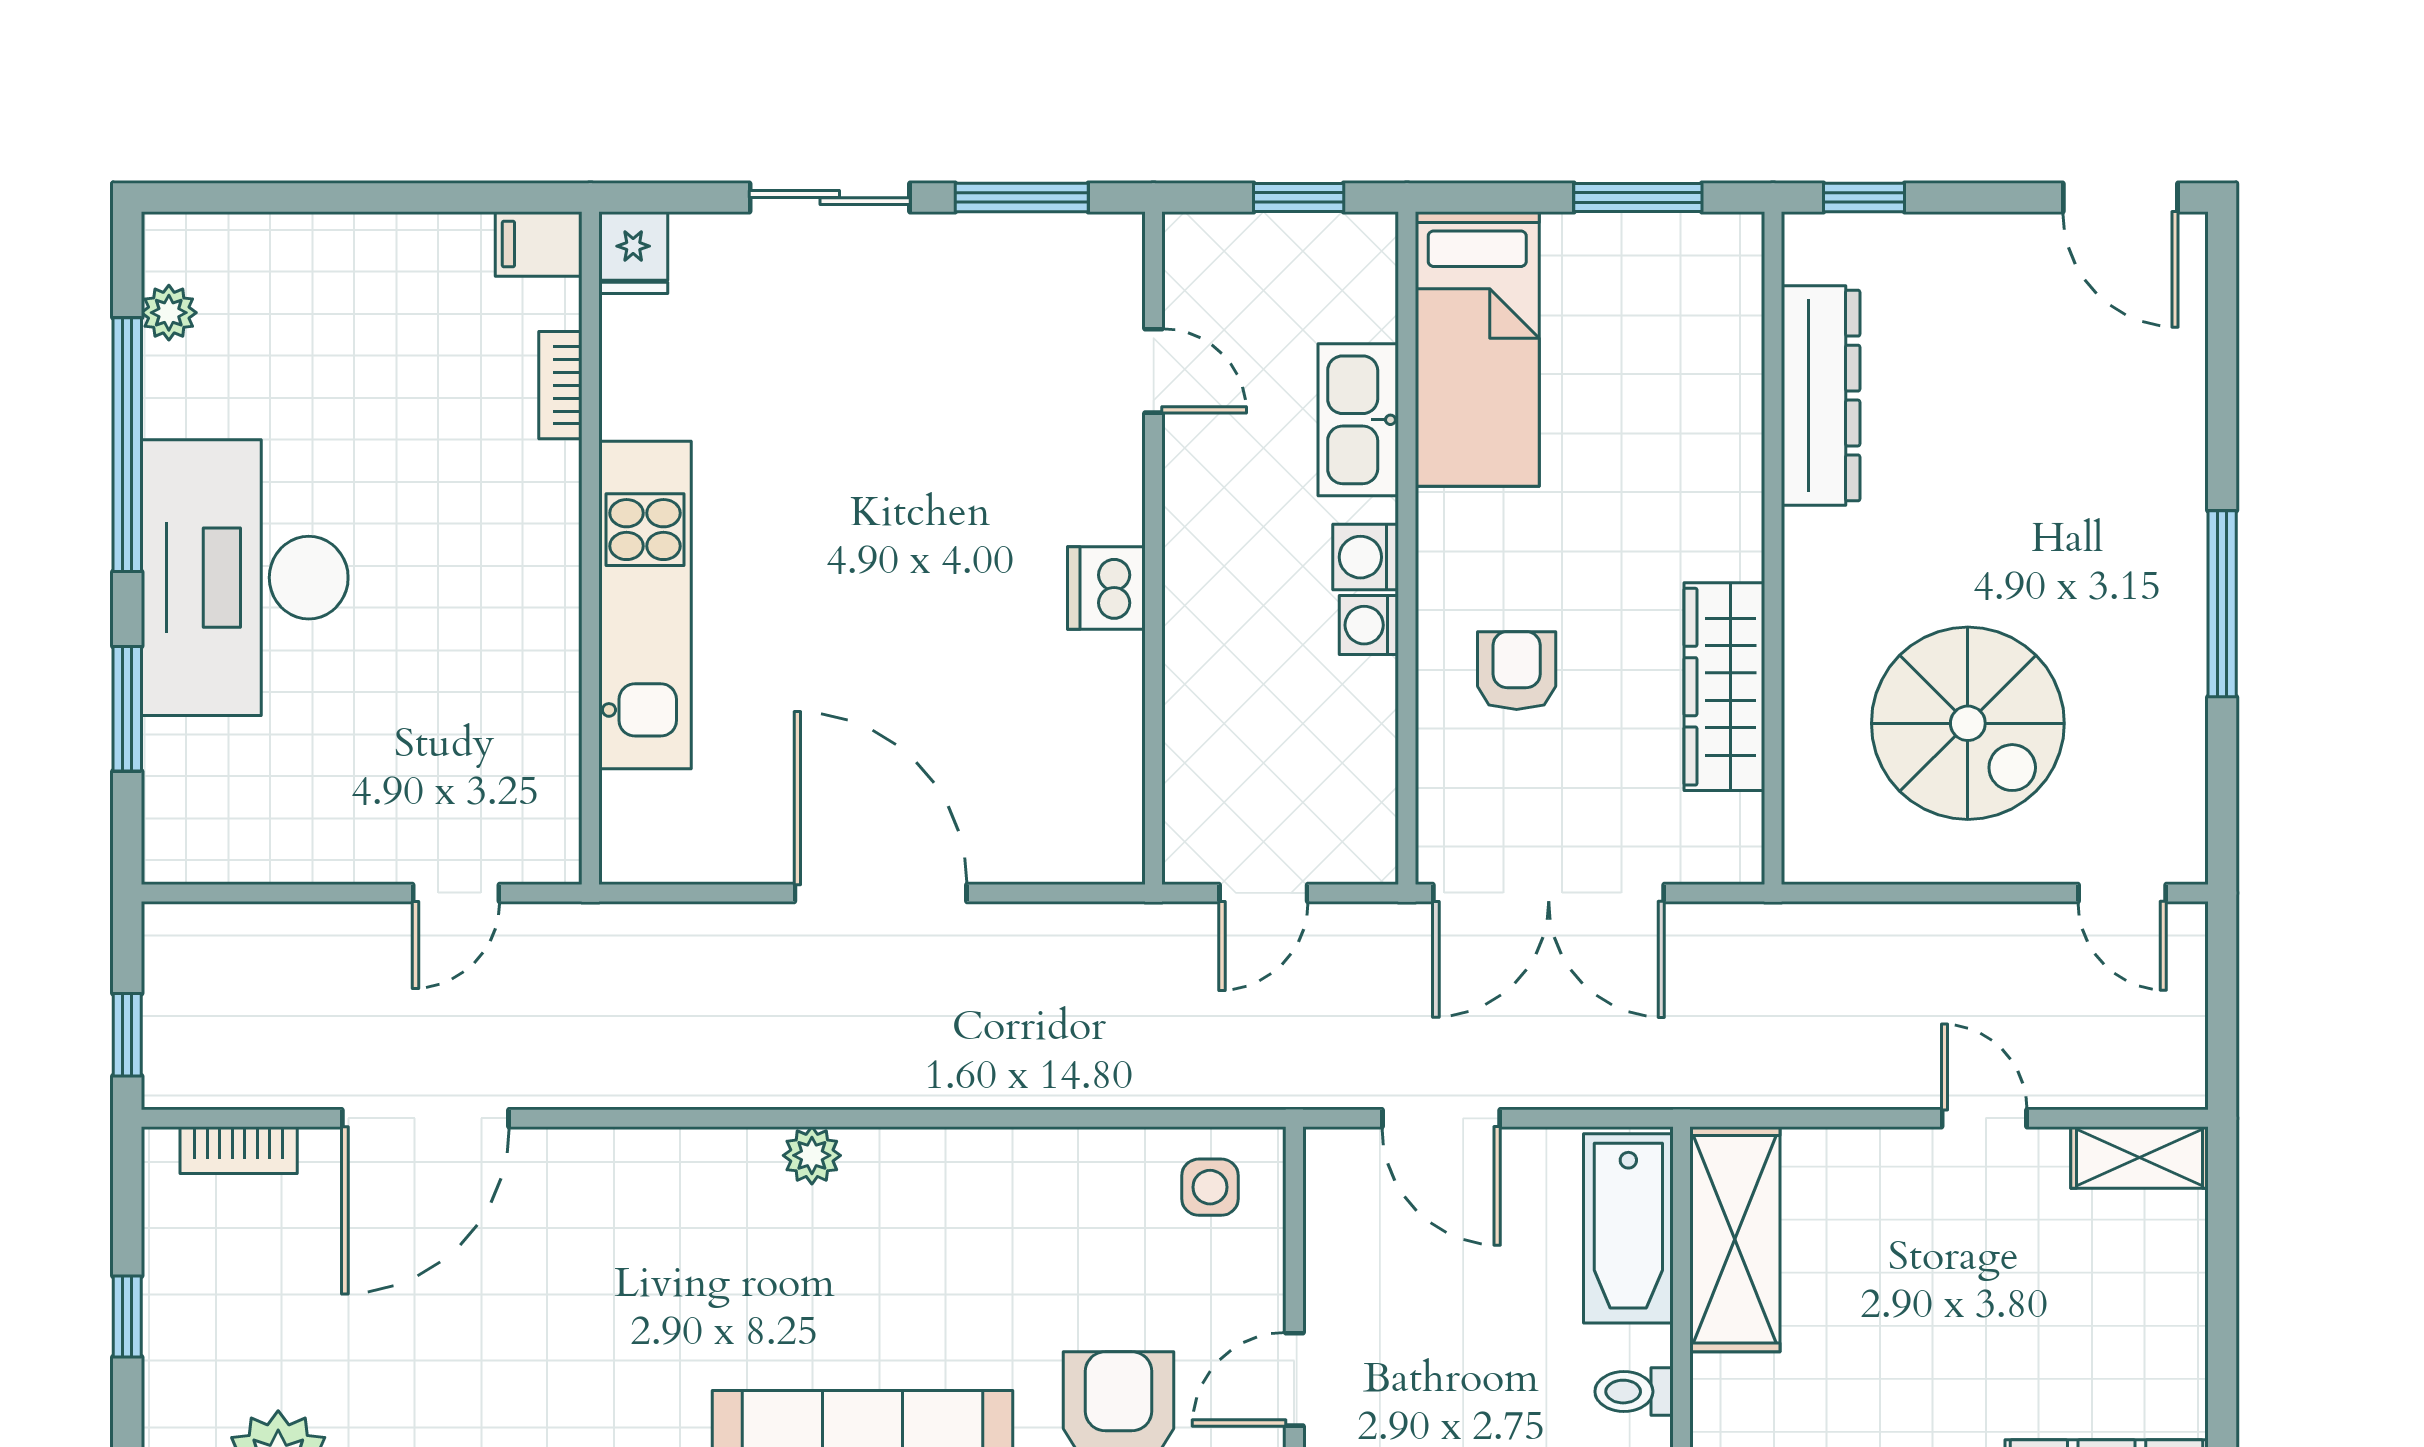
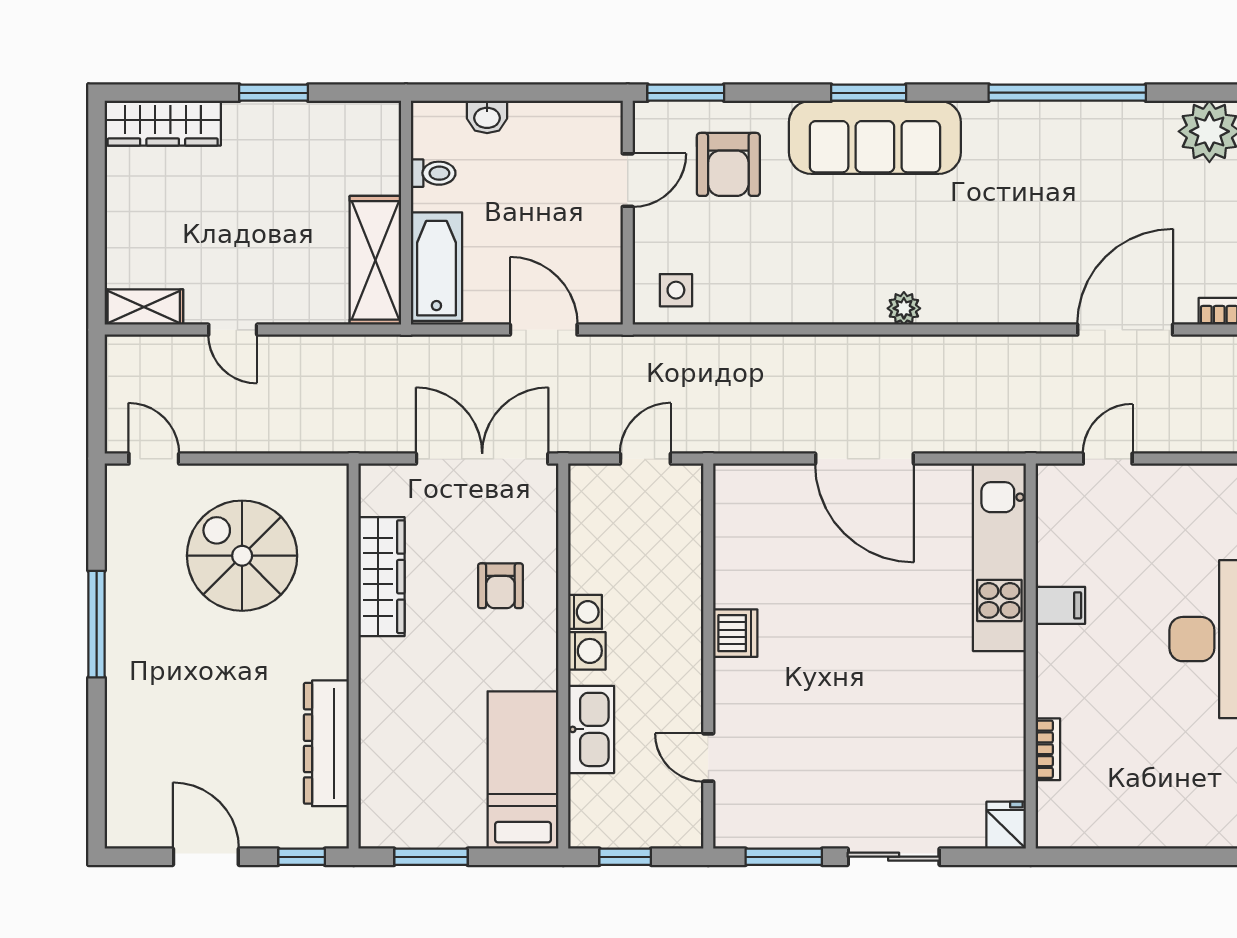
door: (2120, 198) -> (206, 857), moved
filing cabinet: (539, 244) -> (1060, 605), moved
kitchen unit: (645, 605) -> (999, 557), moved

